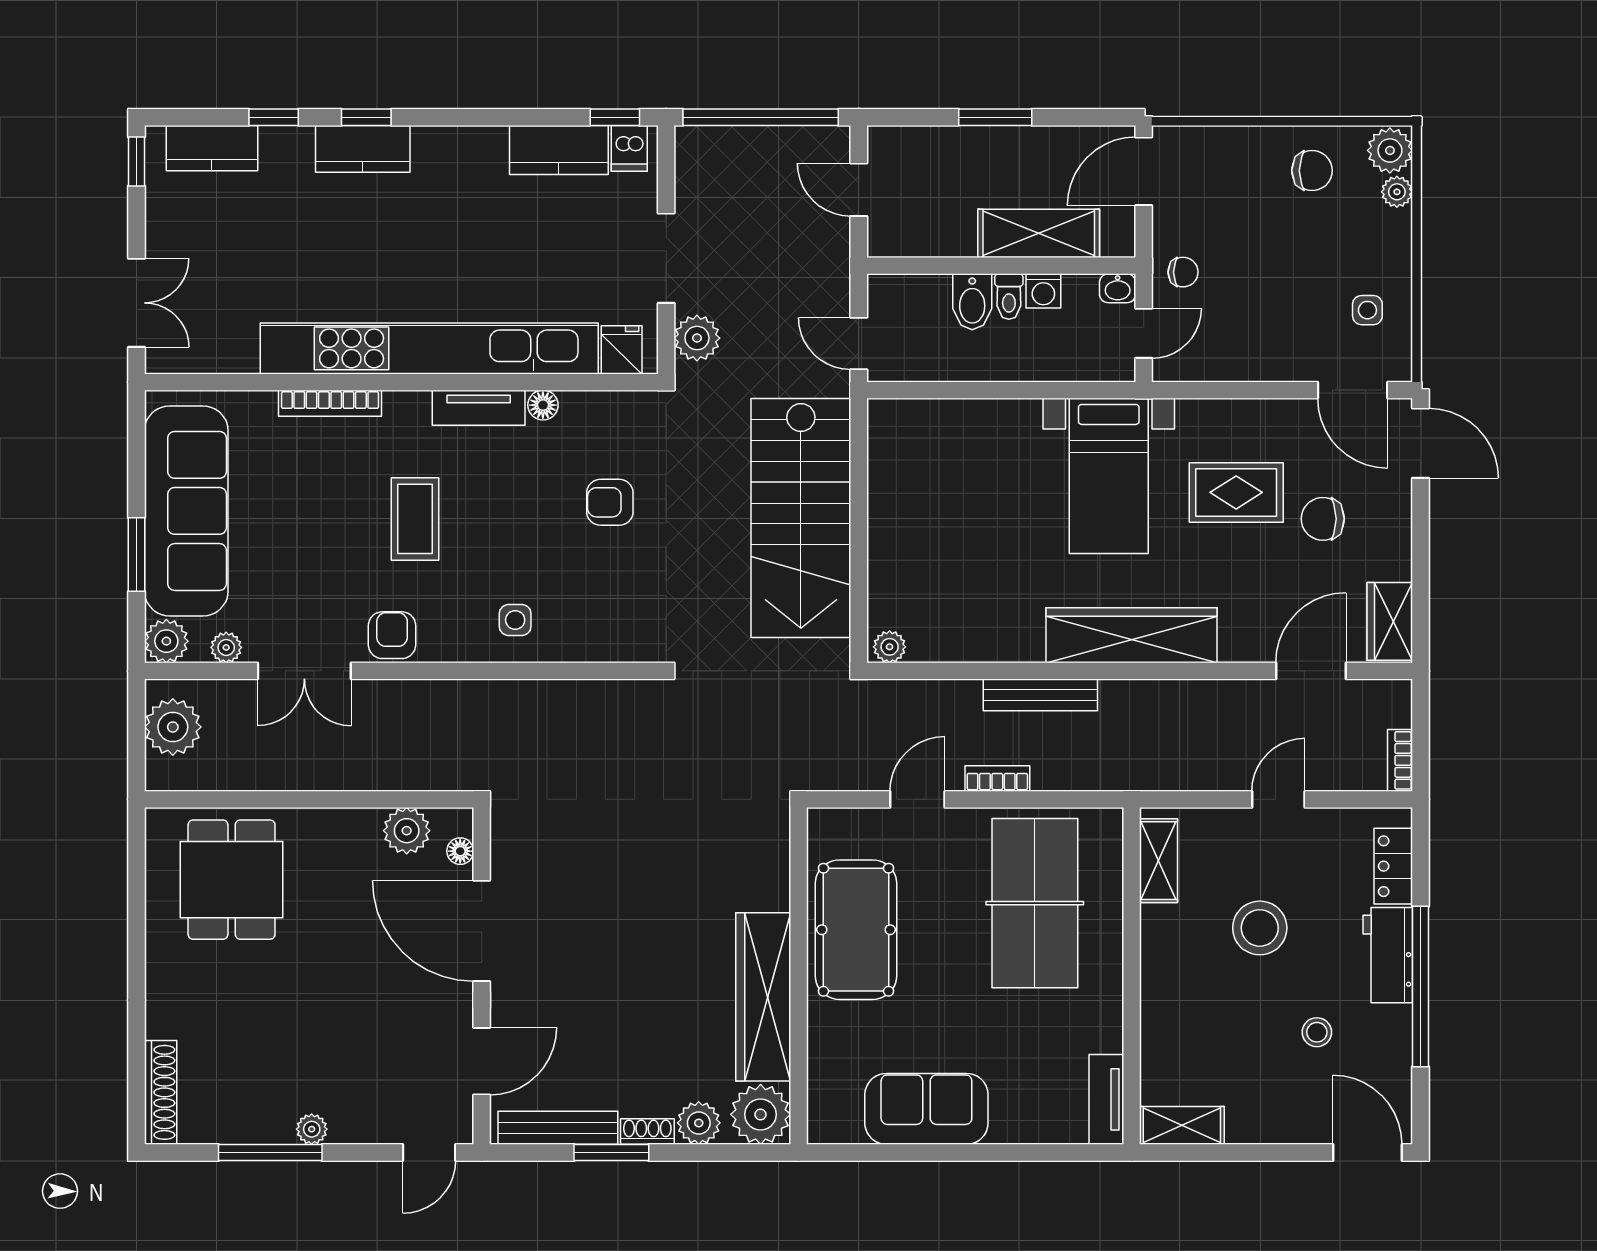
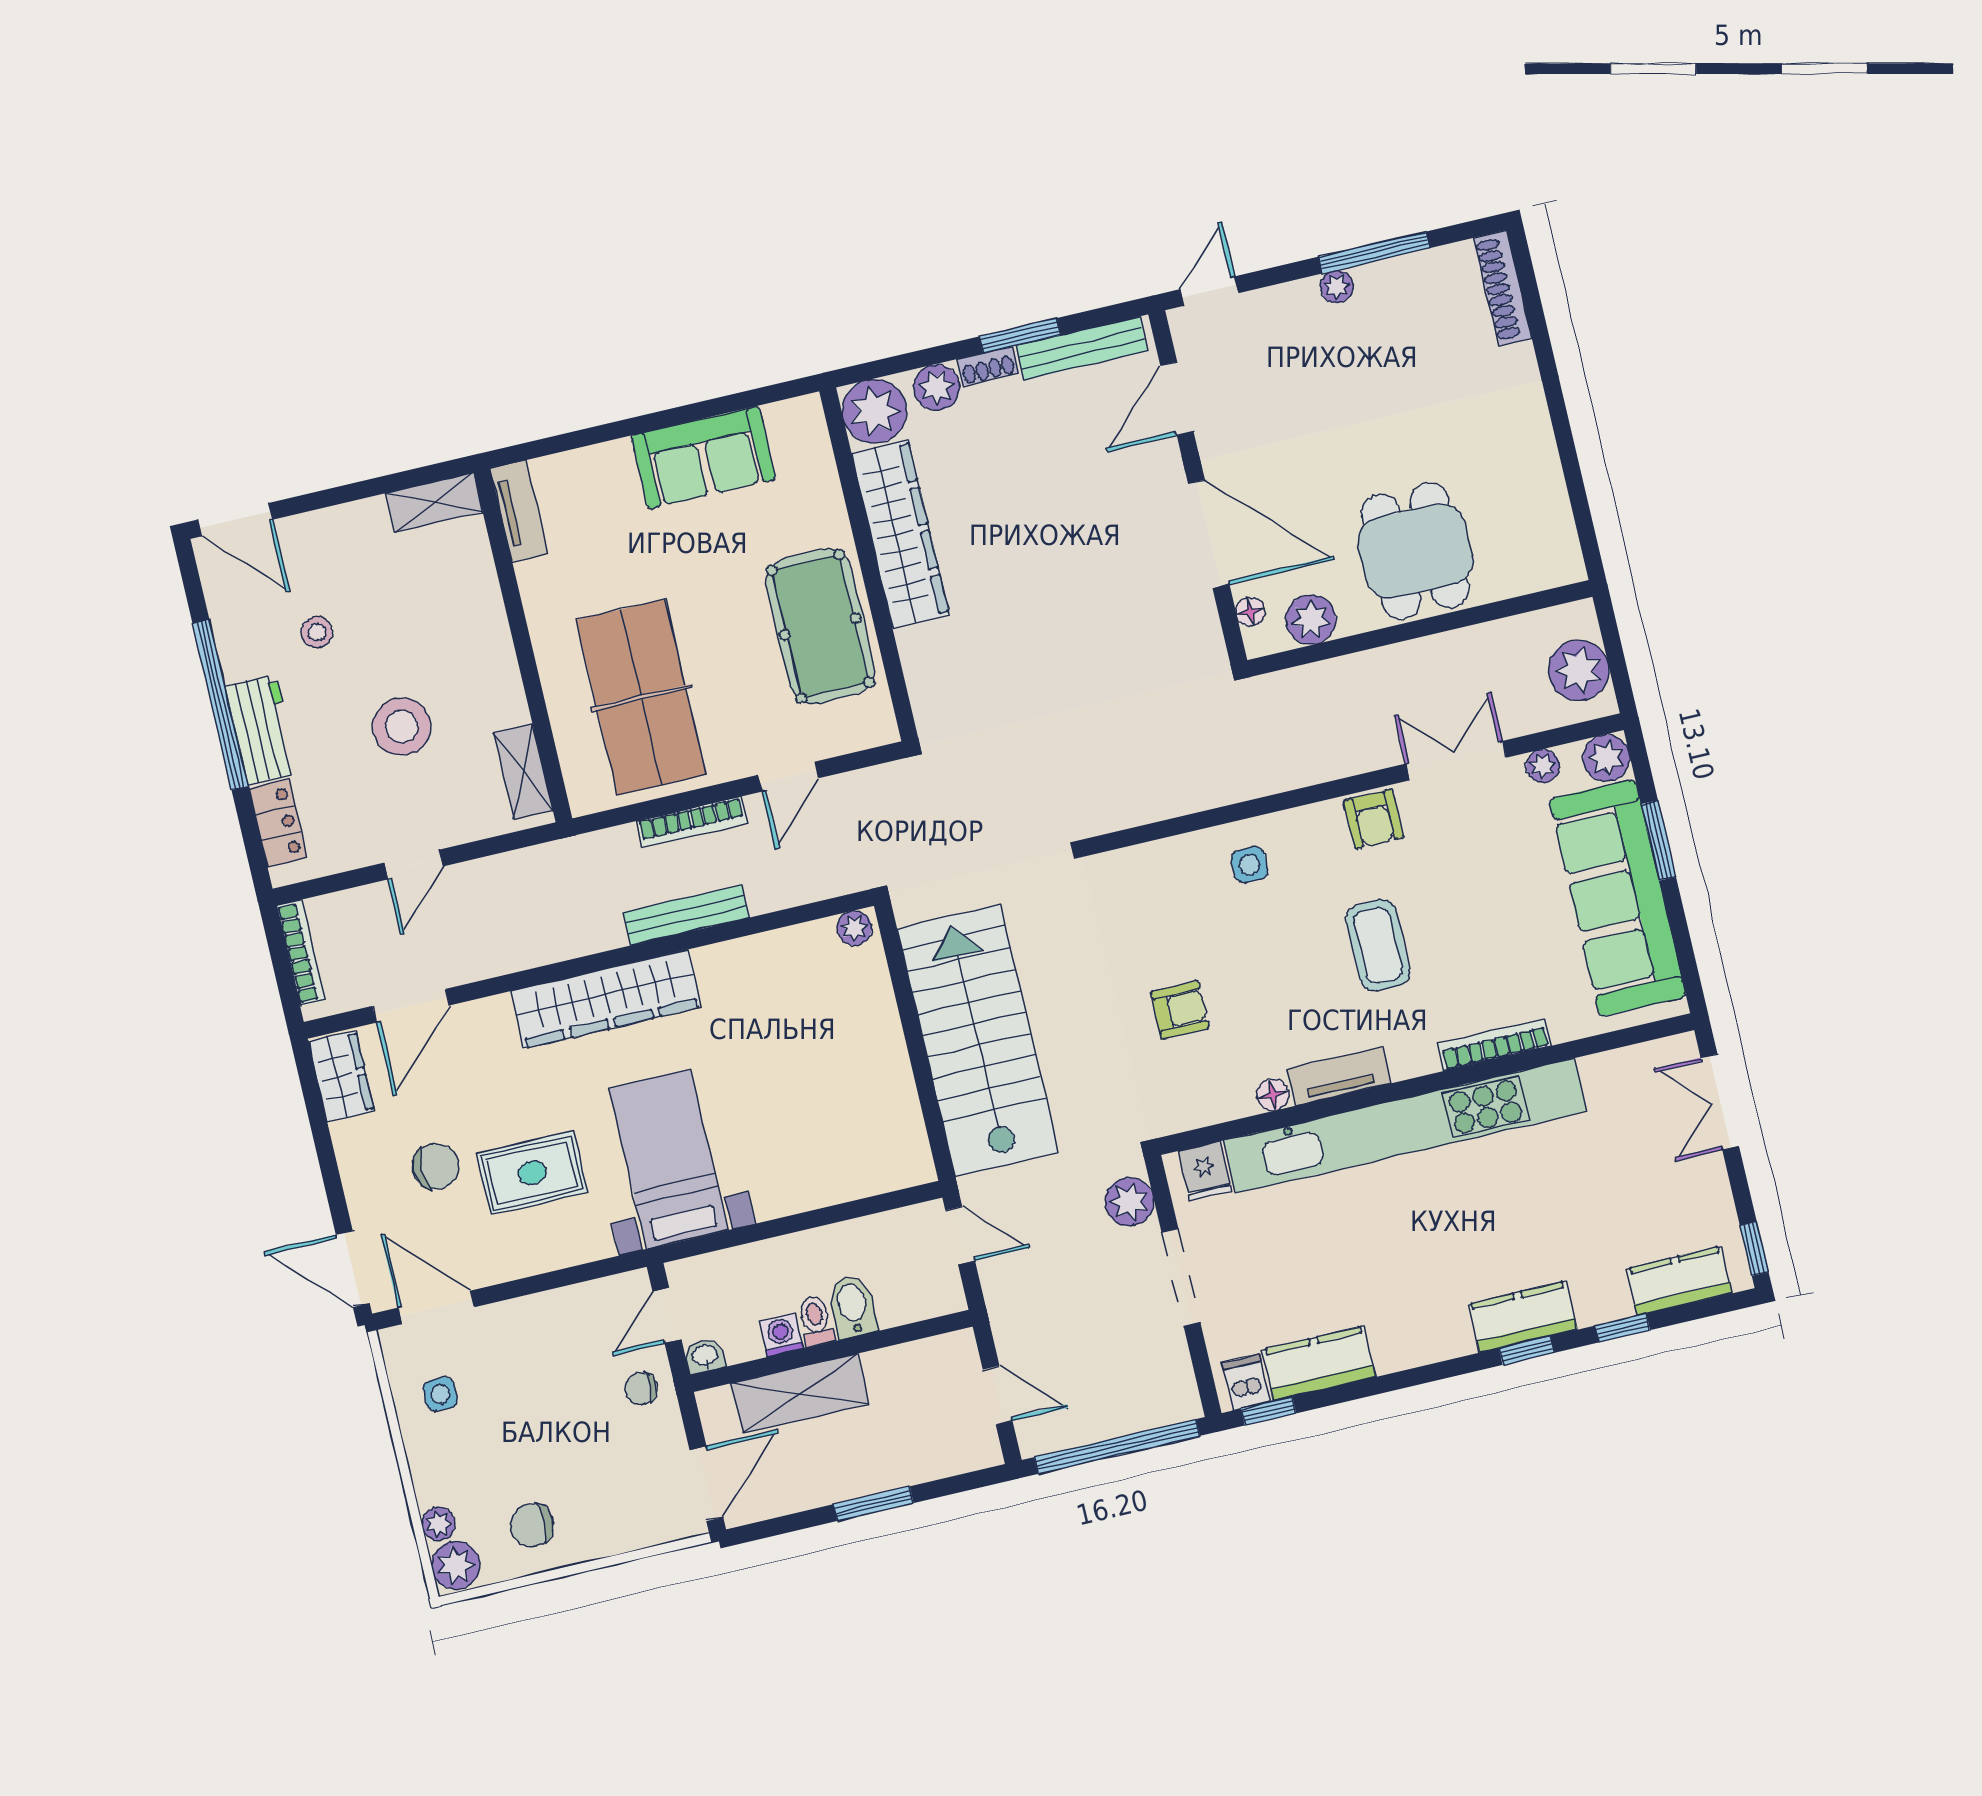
bookcase: (1400, 760) -> (301, 953), width x1.56
bookcase: (997, 778) -> (692, 822), width x1.56
dining table: (232, 880) -> (1415, 551), moved

